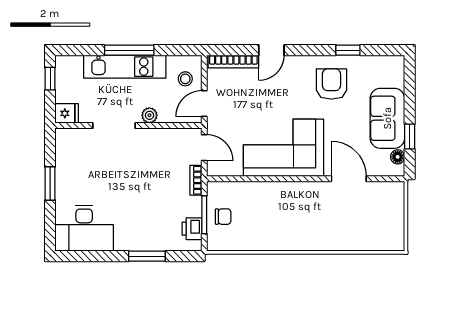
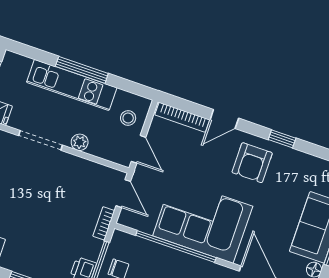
window: (348, 50) -> (282, 139), moved
armchair: (331, 84) -> (252, 163), moved, turned 180
door: (204, 104) -> (139, 149), swing flipped
window: (267, 179) -> (176, 247), added

